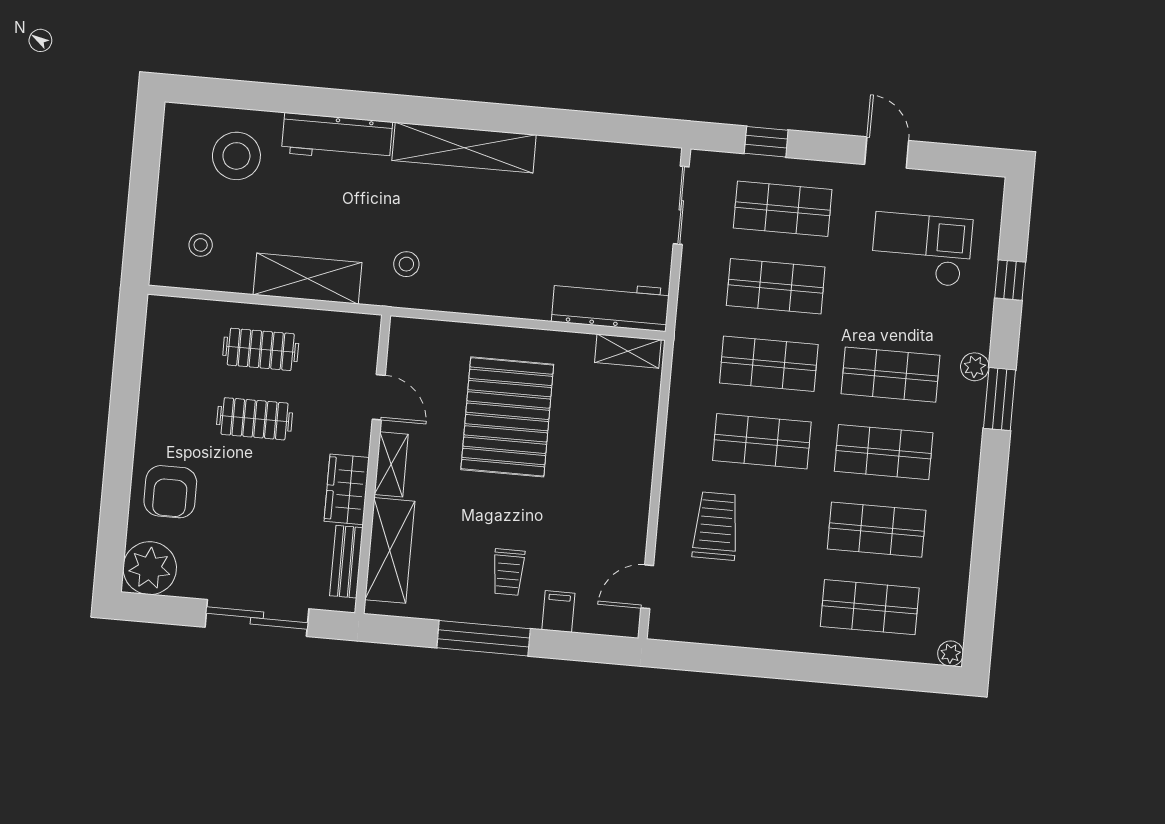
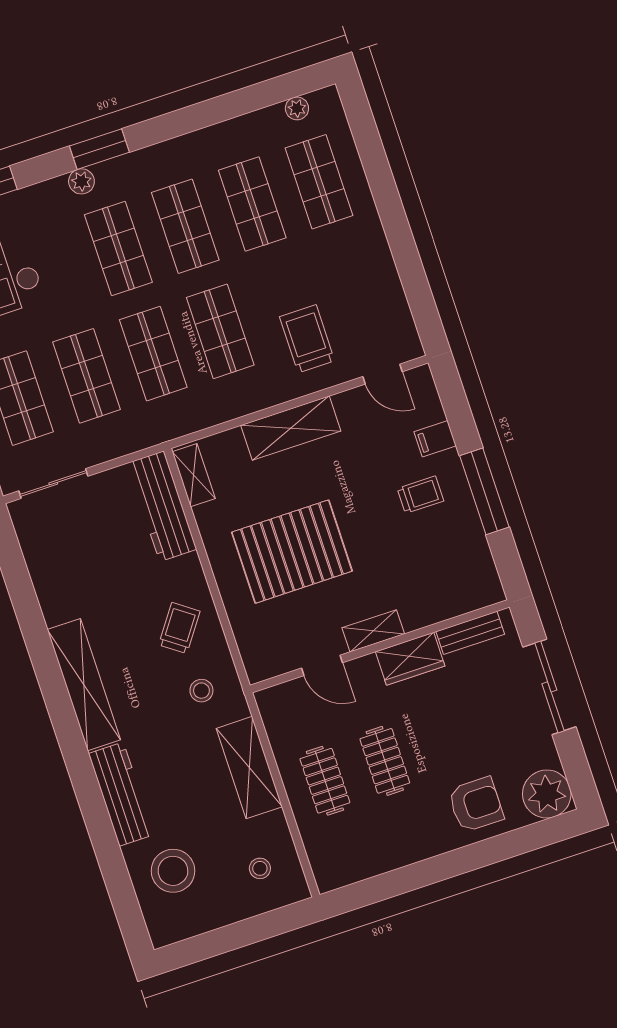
trolley: (479, 269) -> (179, 628), added
door: (379, 397) -> (322, 665), swing flipped
trolley: (716, 526) -> (307, 339), turned 90
shelving: (390, 550) -> (291, 428), moved
plant: (950, 654) -> (297, 108), moved

